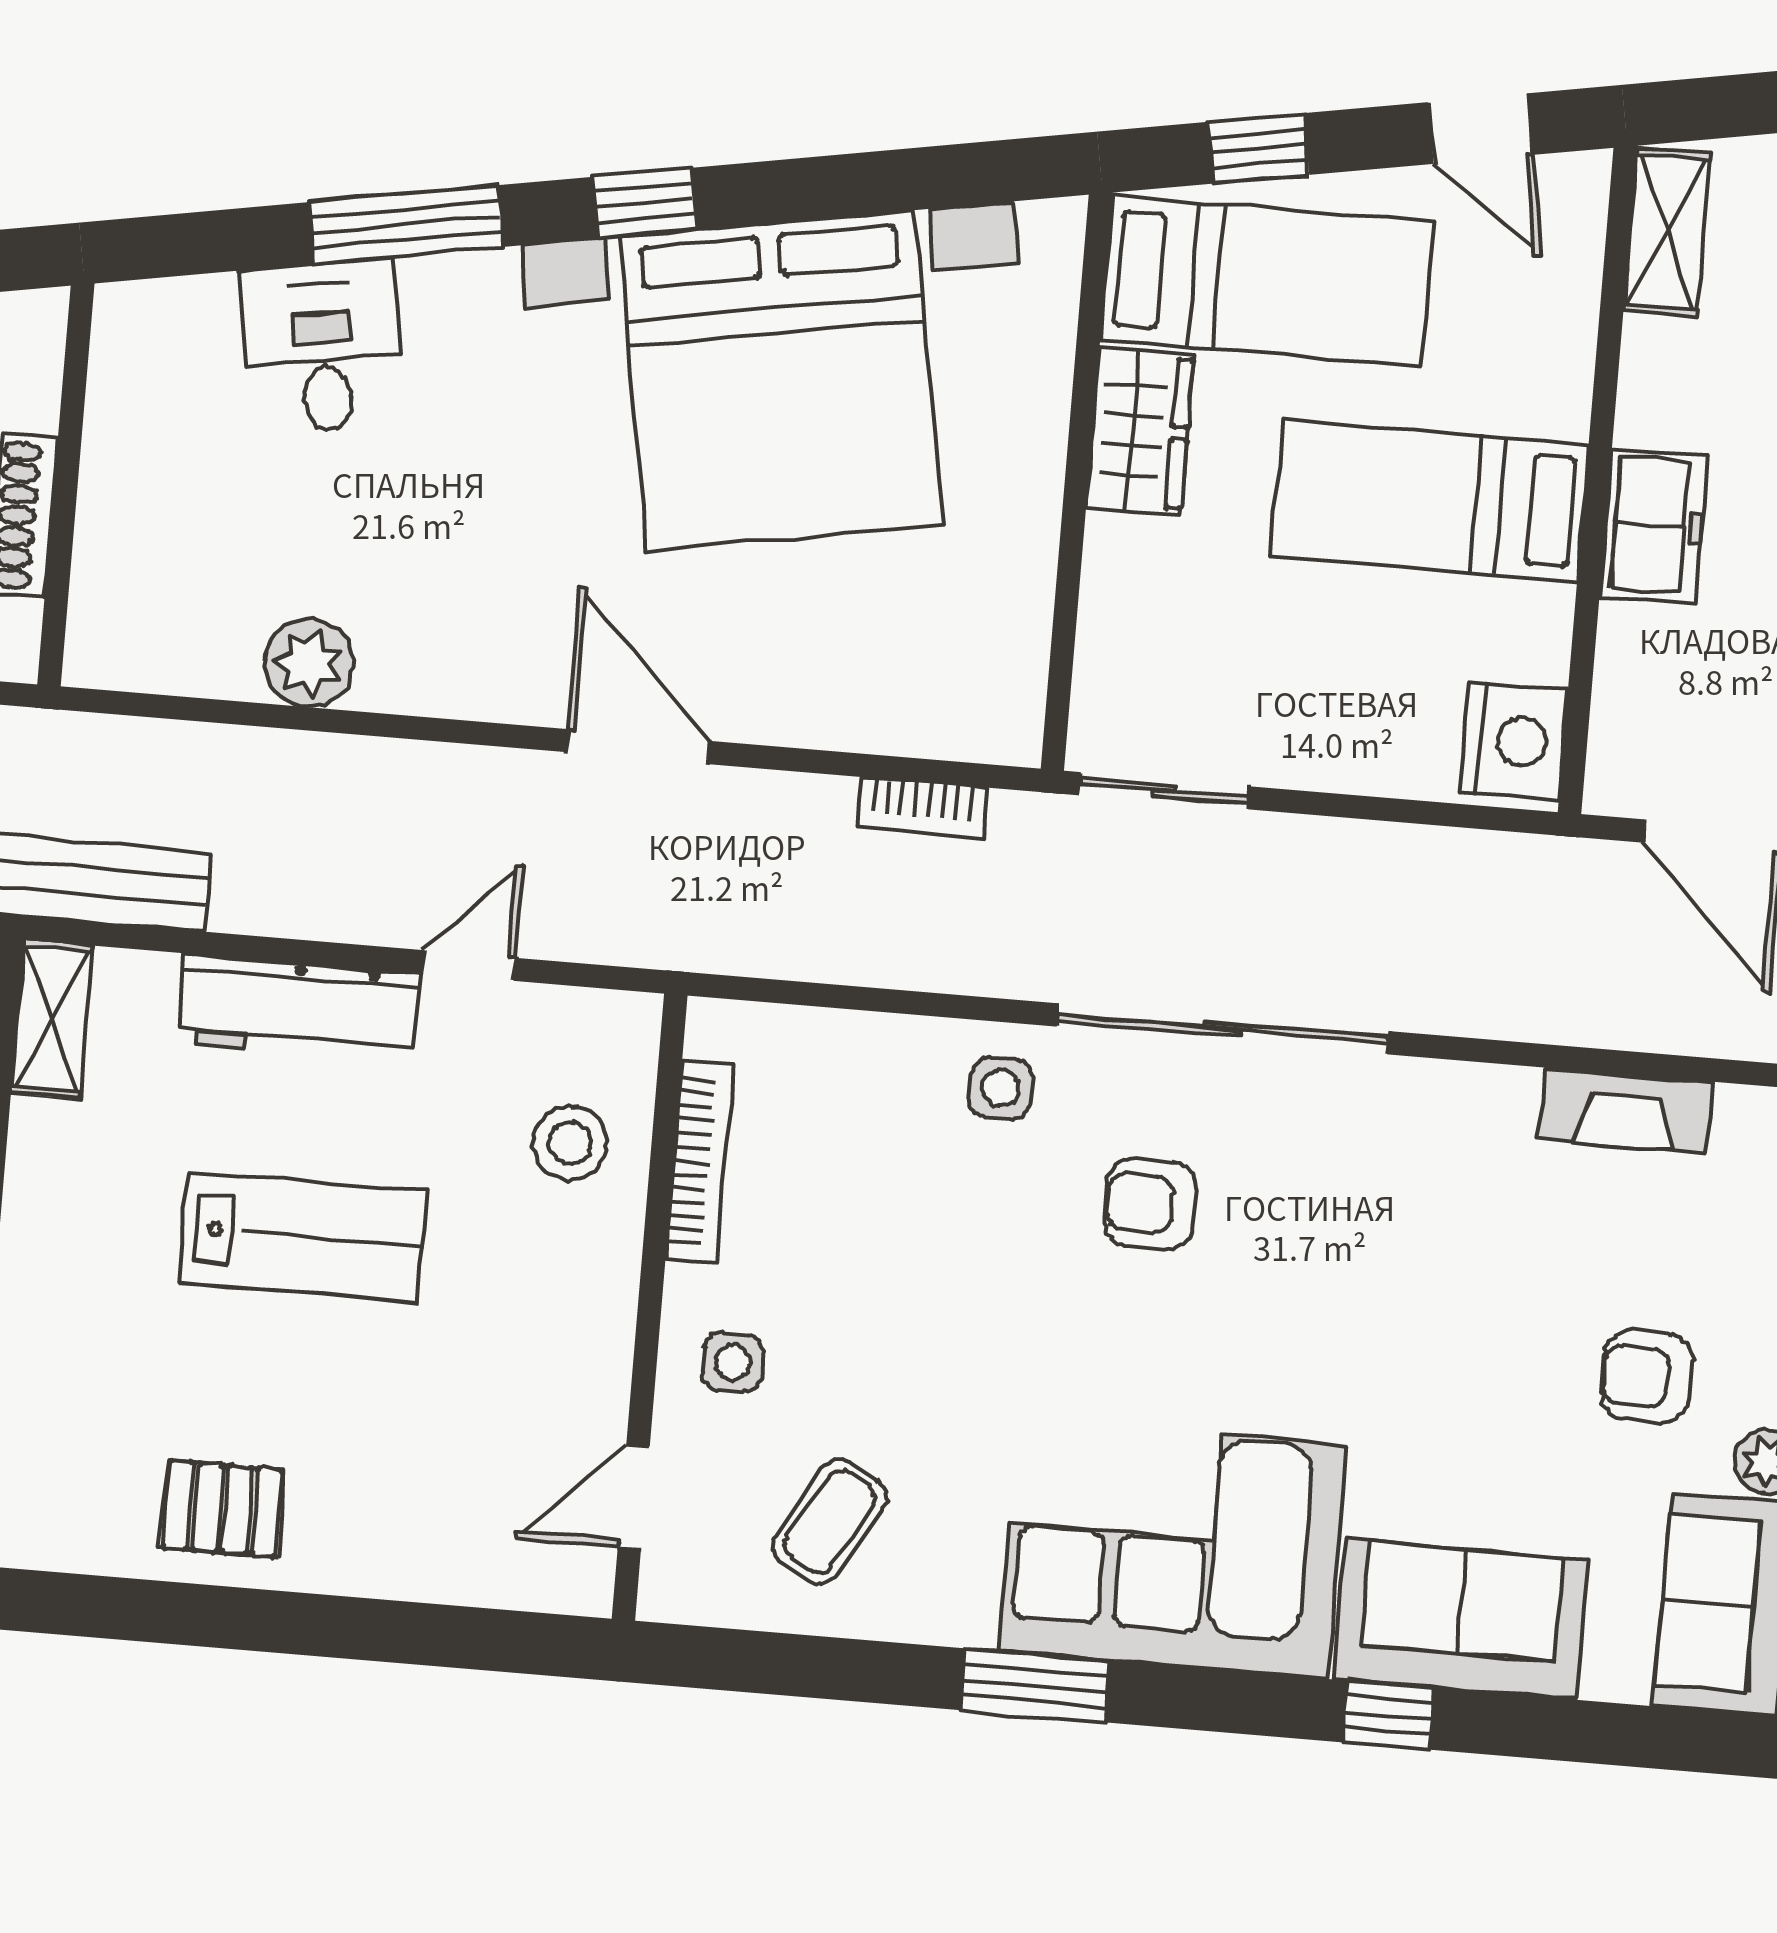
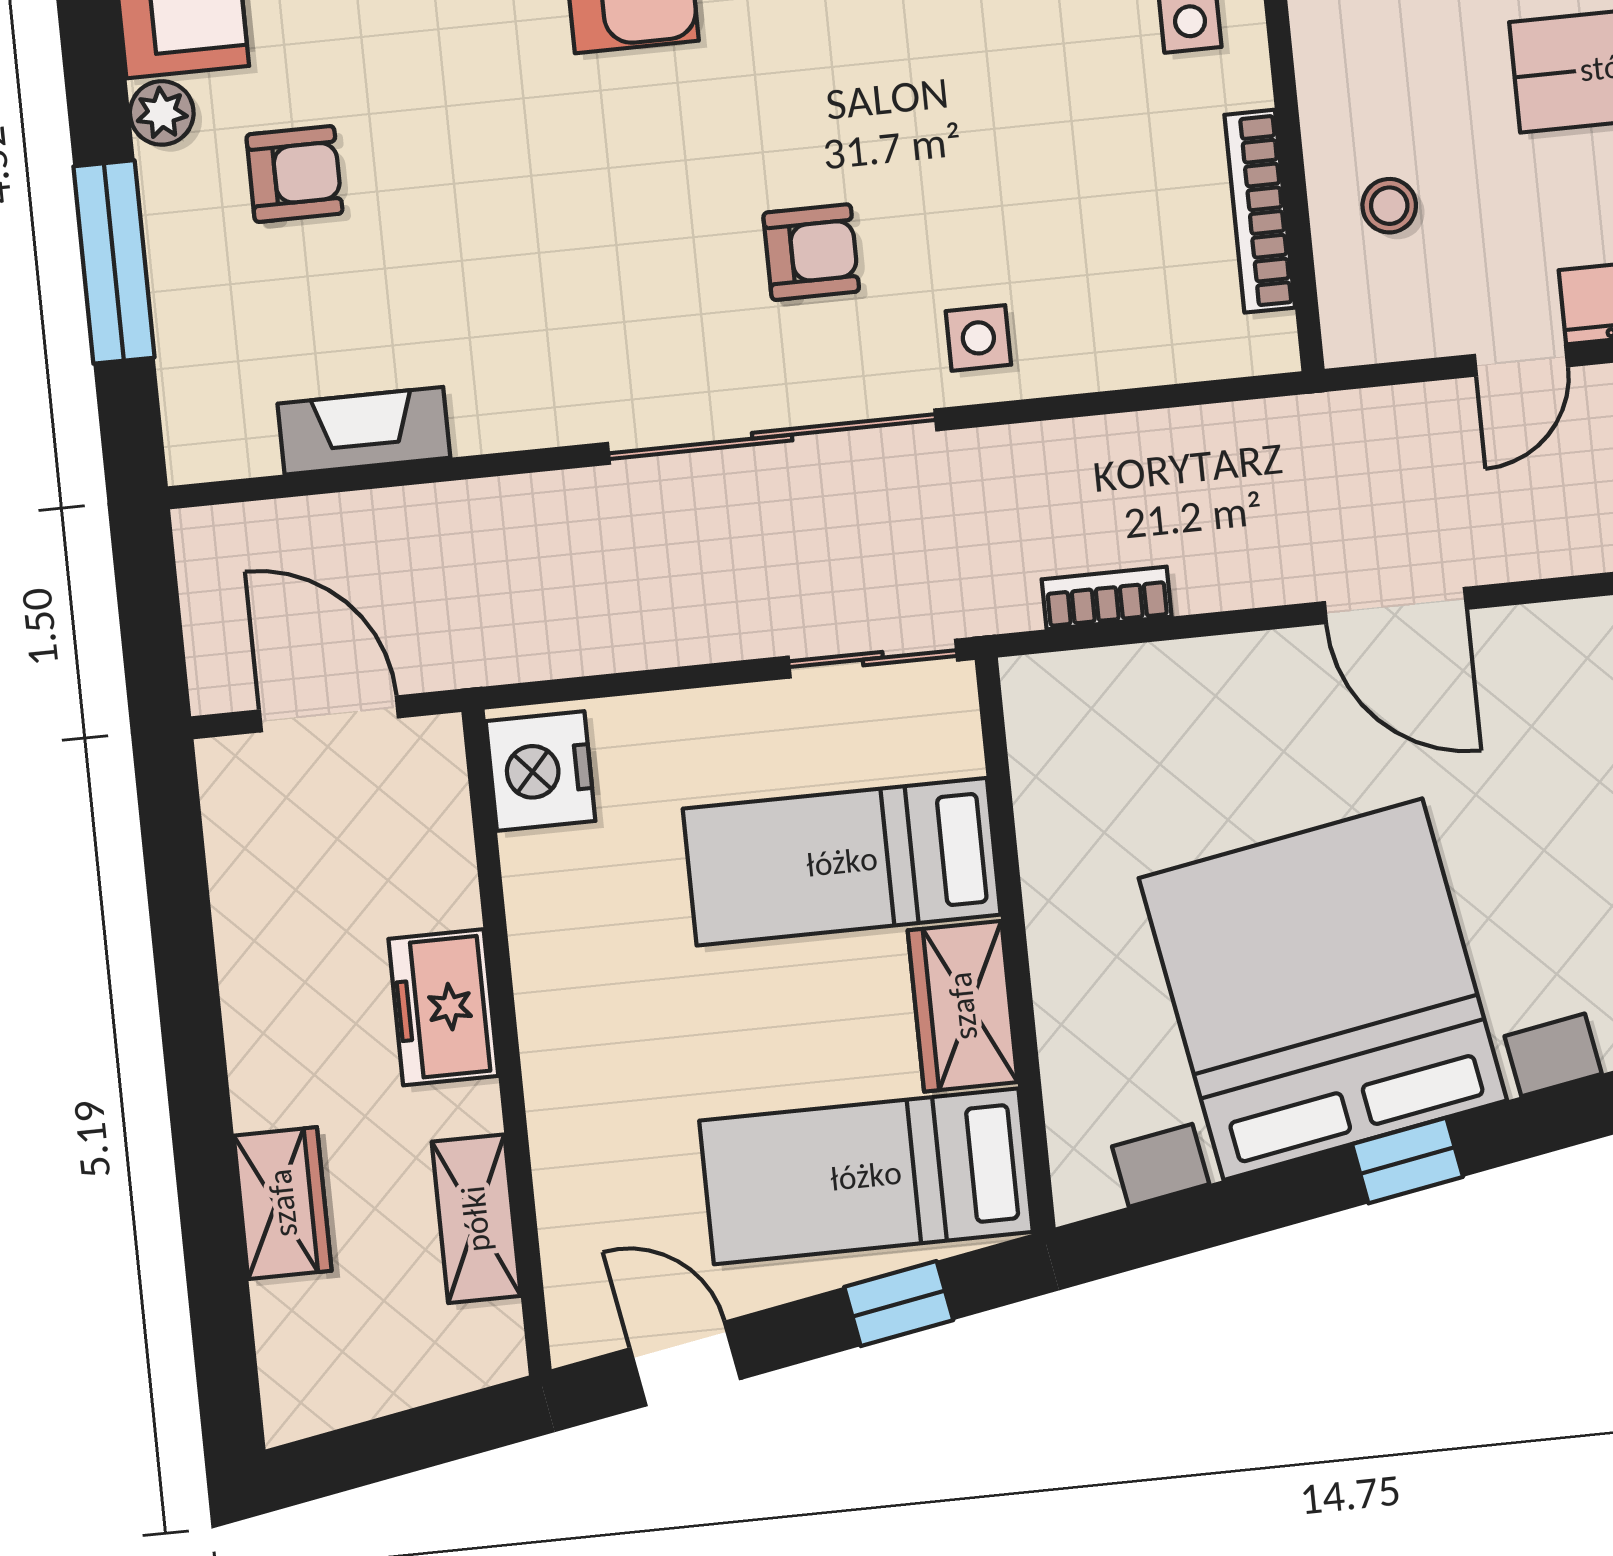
window: (644, 203) -> (1407, 1161), moved
shelving: (1667, 232) -> (476, 1219), moved
bed: (1430, 501) -> (842, 862), moved, turned 180
stool: (570, 1143) -> (1389, 206), width x0.73, depth x0.73

